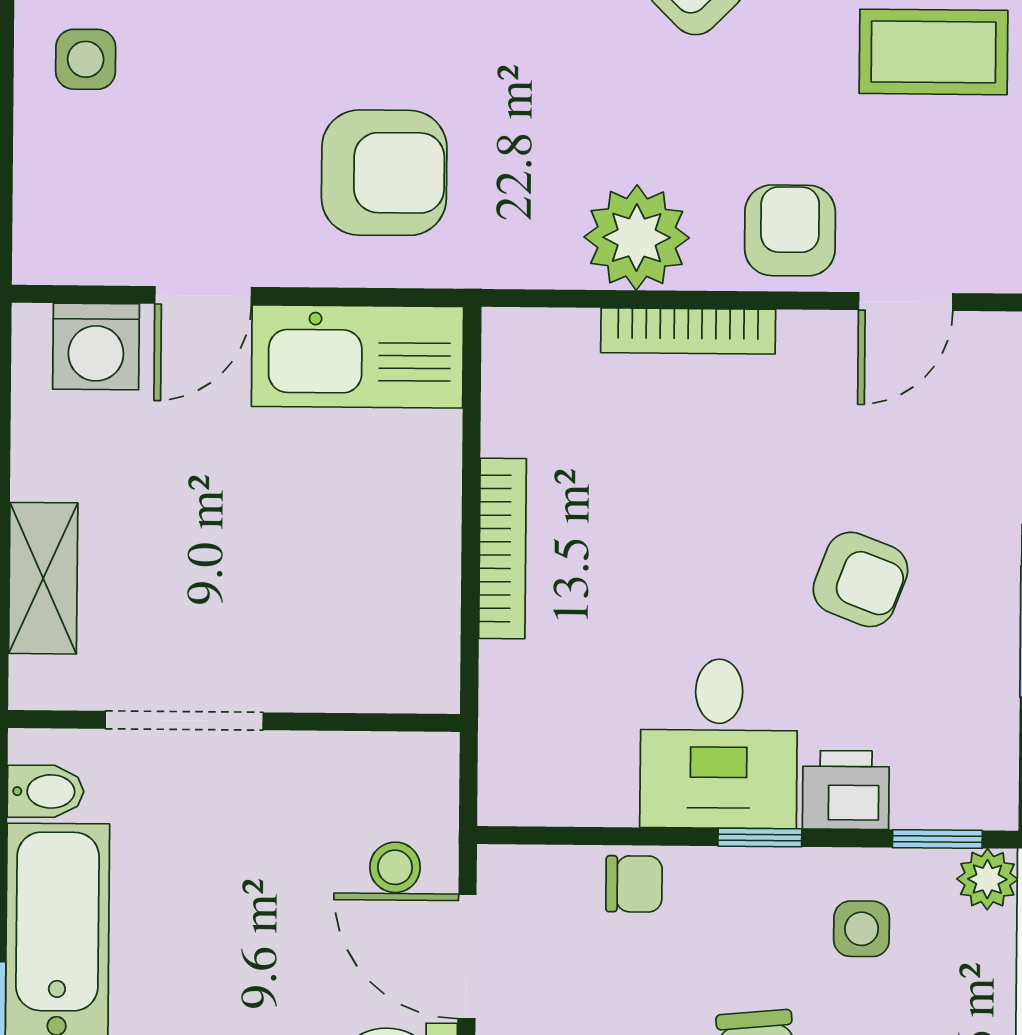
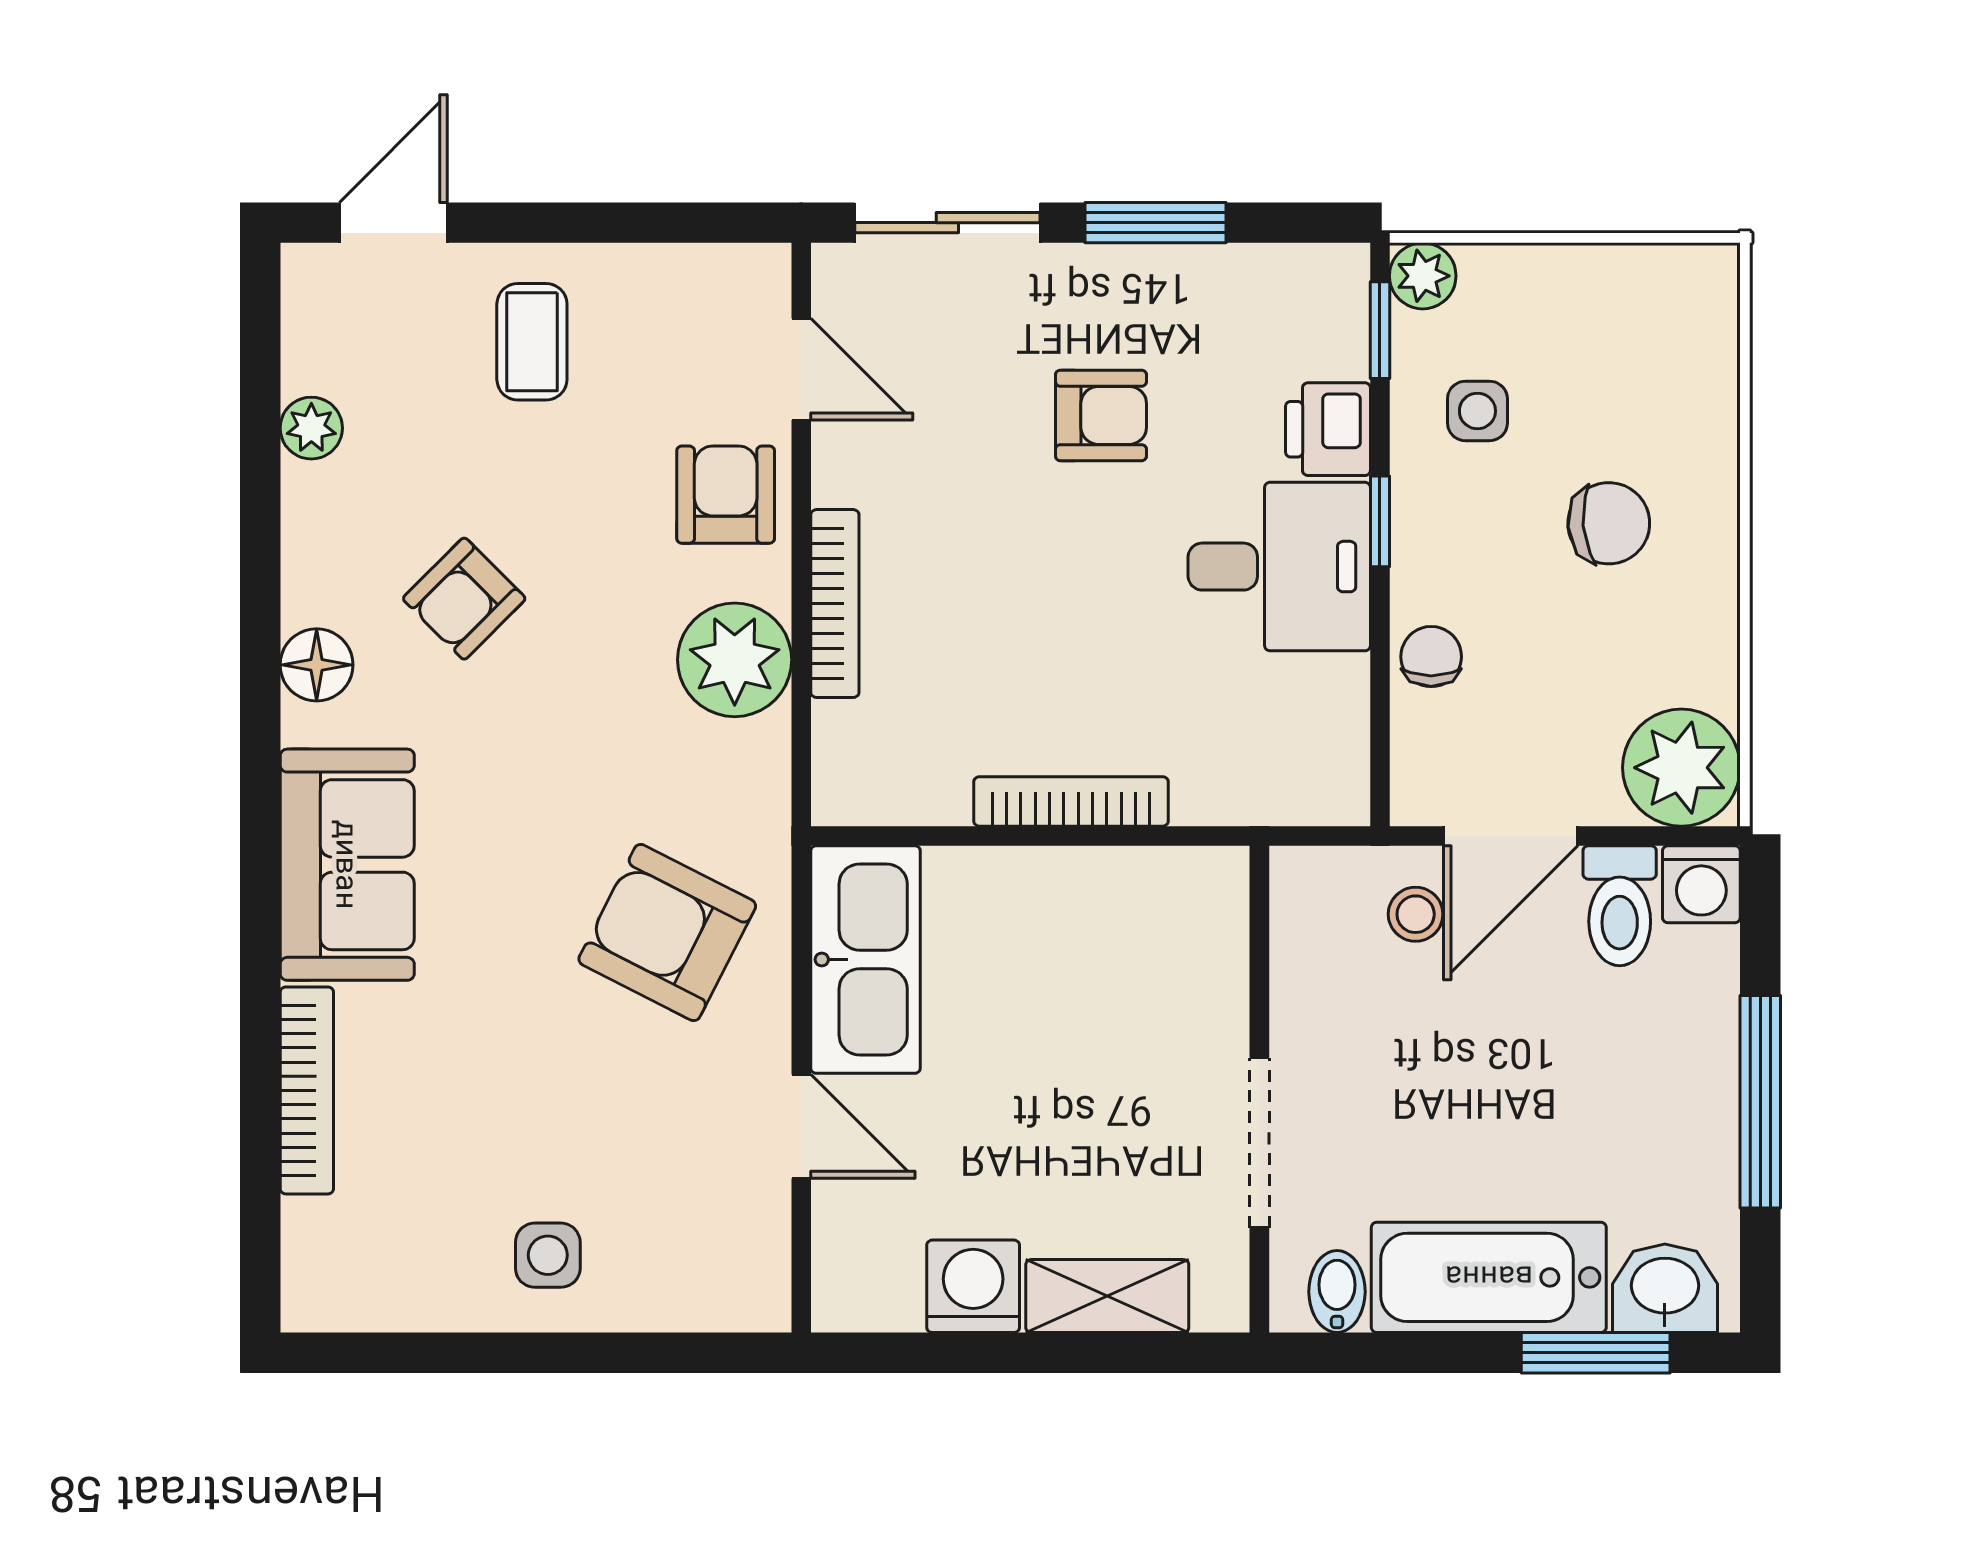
coffee table: (933, 52) -> (532, 342), width x0.73, depth x0.77
armchair: (384, 173) -> (667, 933), turned -63
armchair: (790, 230) -> (726, 495), turned 90
washing machine: (96, 346) -> (973, 1286), moved, turned -90
armchair: (860, 579) -> (1101, 415), turned 69

